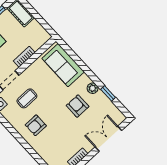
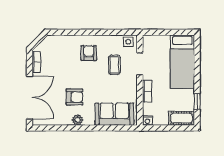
nightstand: (45, 36) -> (148, 121), added
window: (108, 93) -> (63, 128), removed
double door: (108, 139) -> (30, 97), width x1.37

